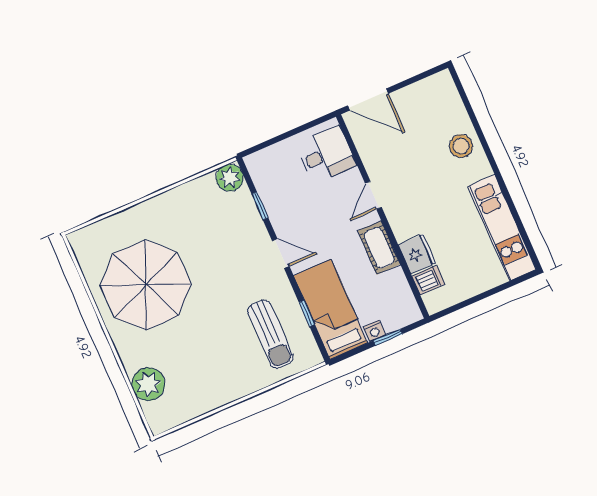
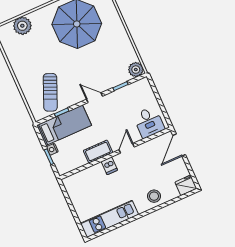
door: (373, 195) -> (127, 148), hinge flipped
door: (281, 253) -> (94, 98), swing flipped
fridge: (417, 254) -> (186, 185), moved, turned 180
dishwasher: (428, 280) -> (109, 166), moved
sun lounger: (270, 334) -> (50, 92), turned -67

